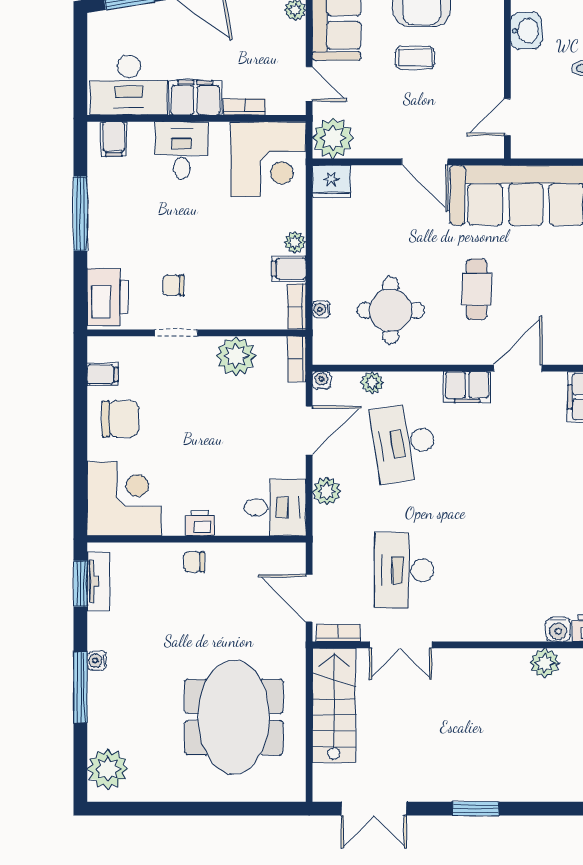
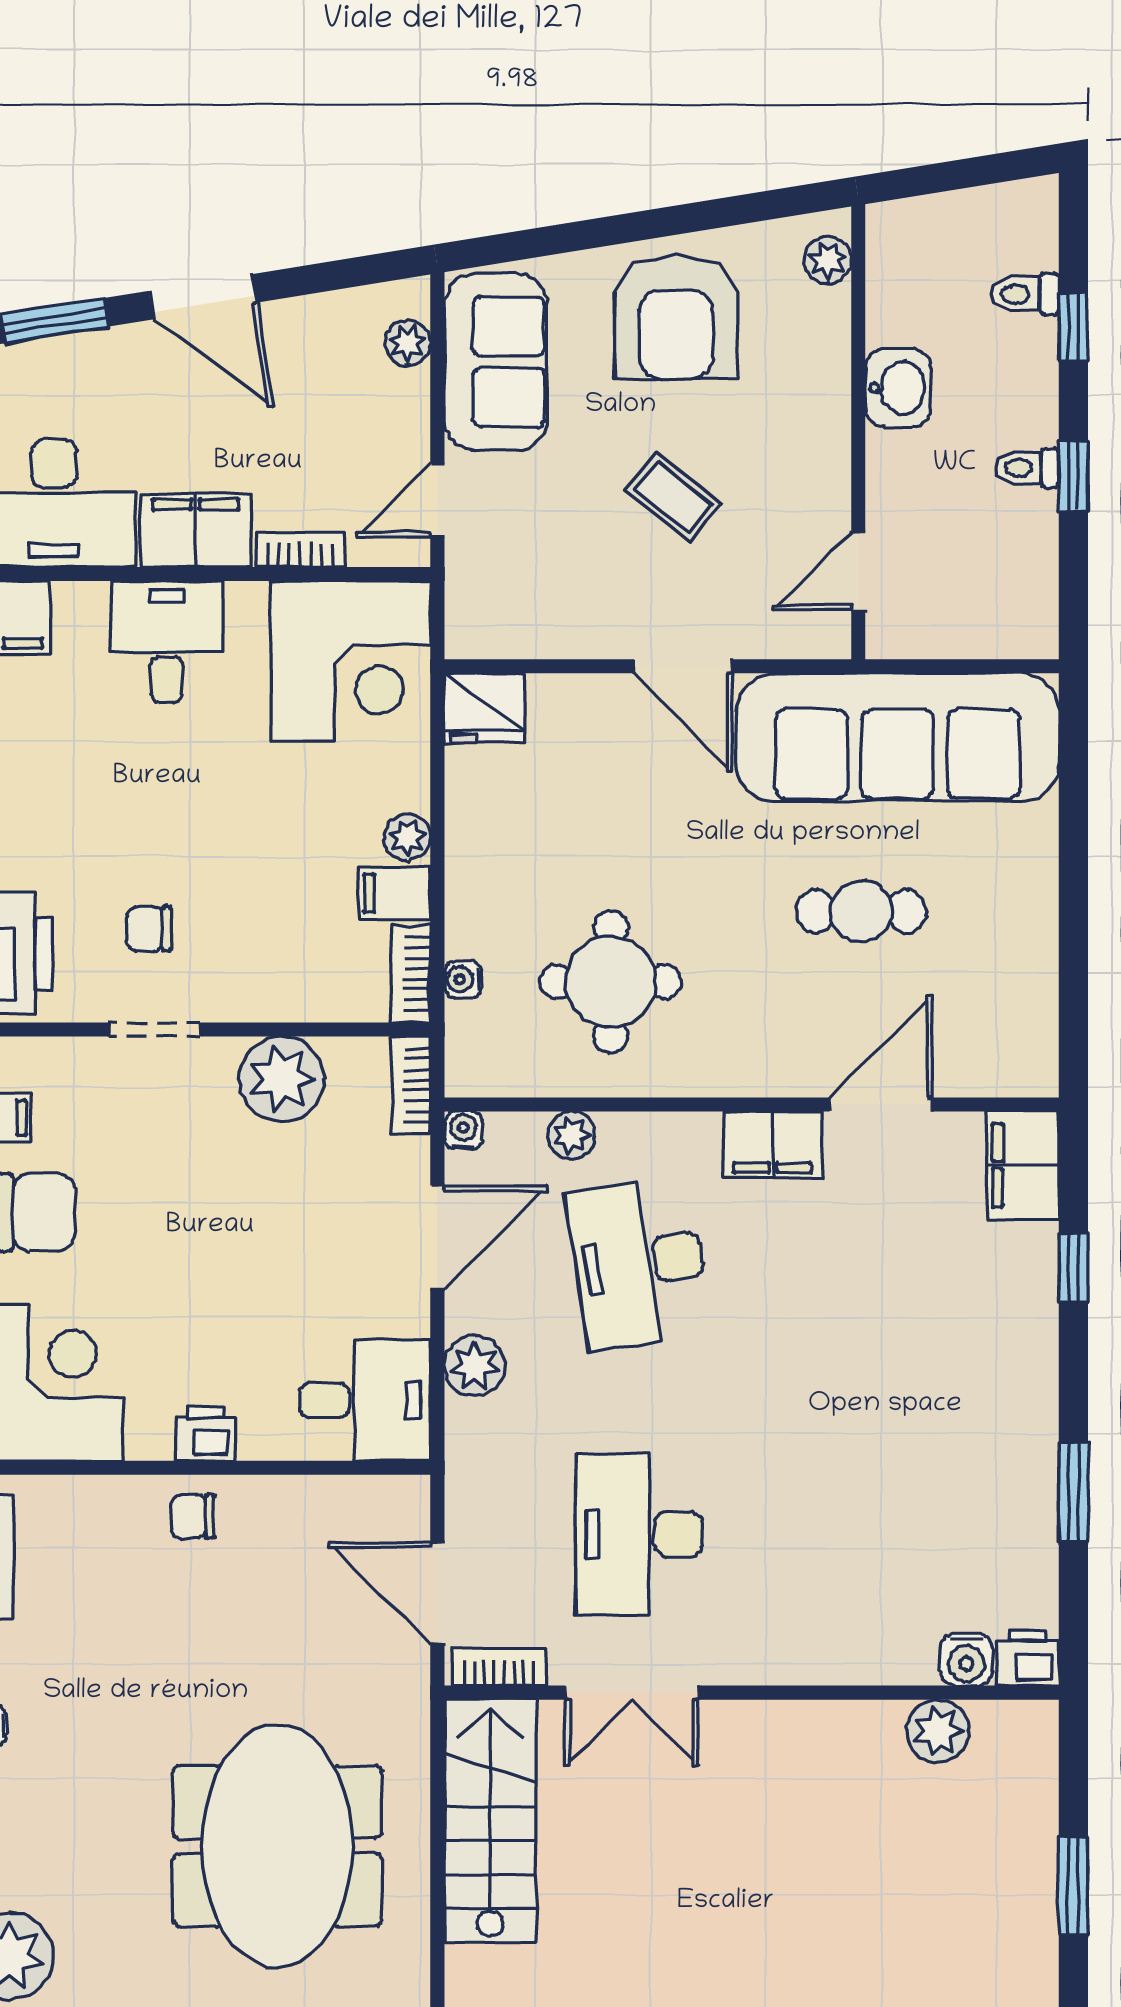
coffee table: (415, 58) -> (674, 497), moved, turned 38
door: (309, 84) -> (437, 500), swing flipped
plant: (333, 138) -> (488, 616), removed
cafe table: (477, 289) -> (861, 911), moved, turned 90

